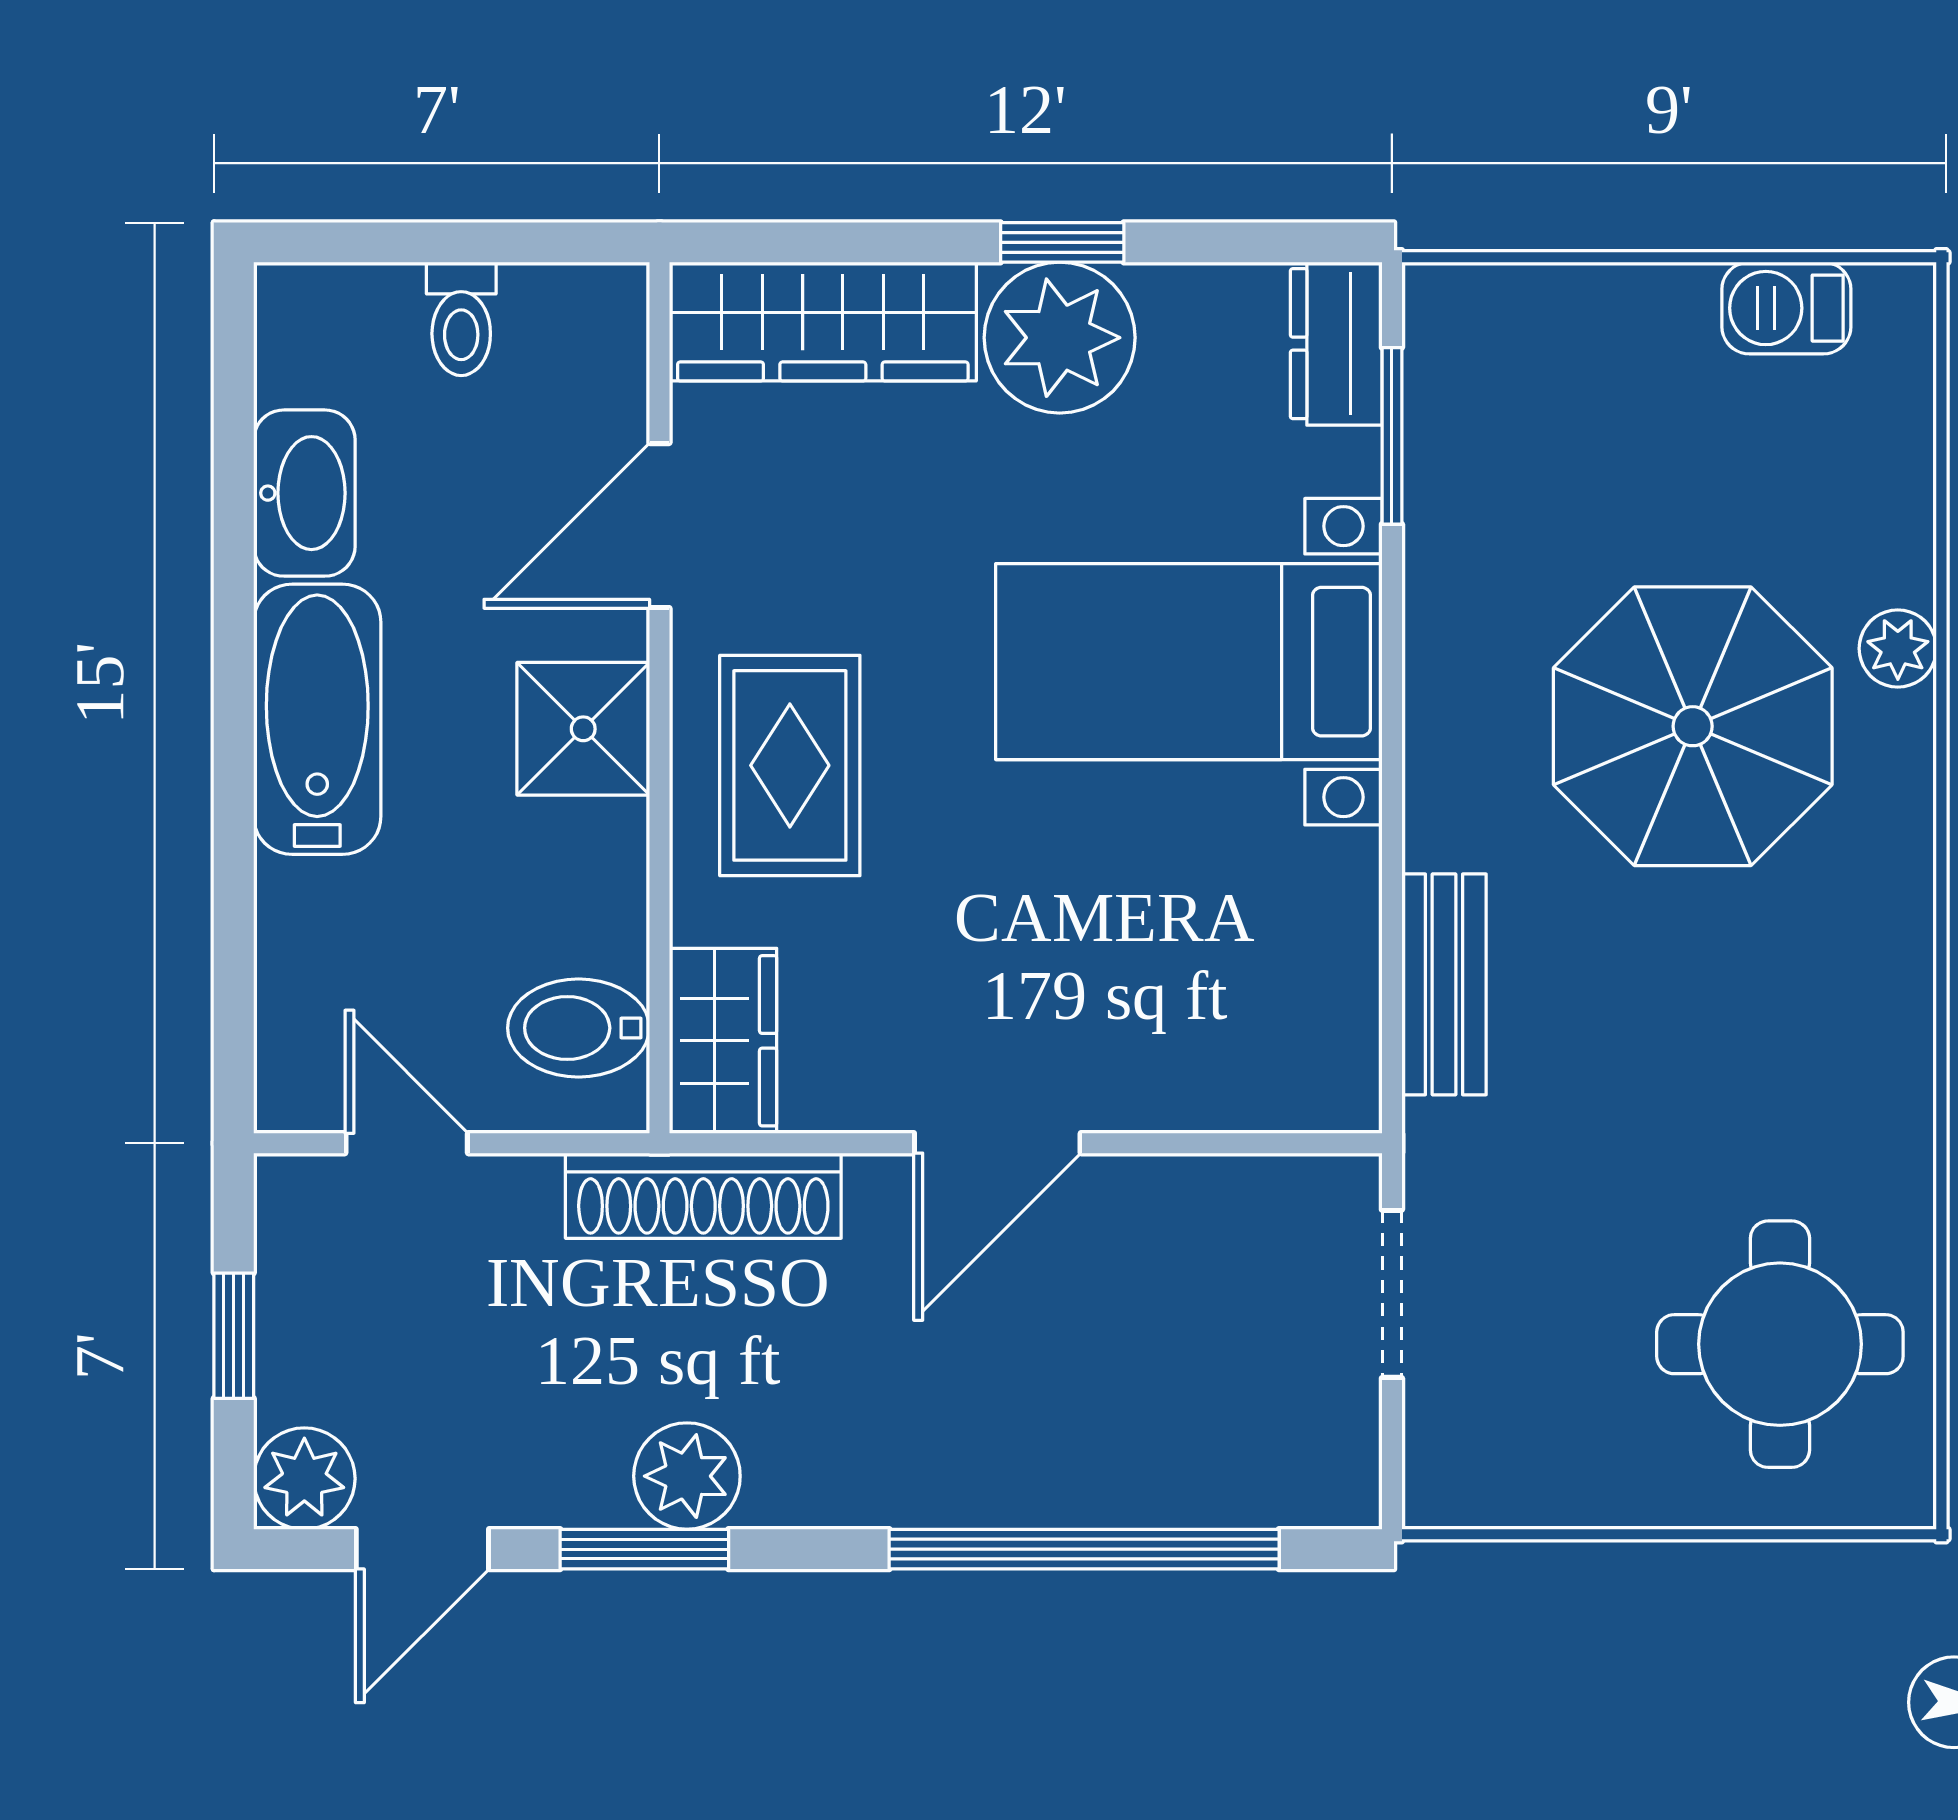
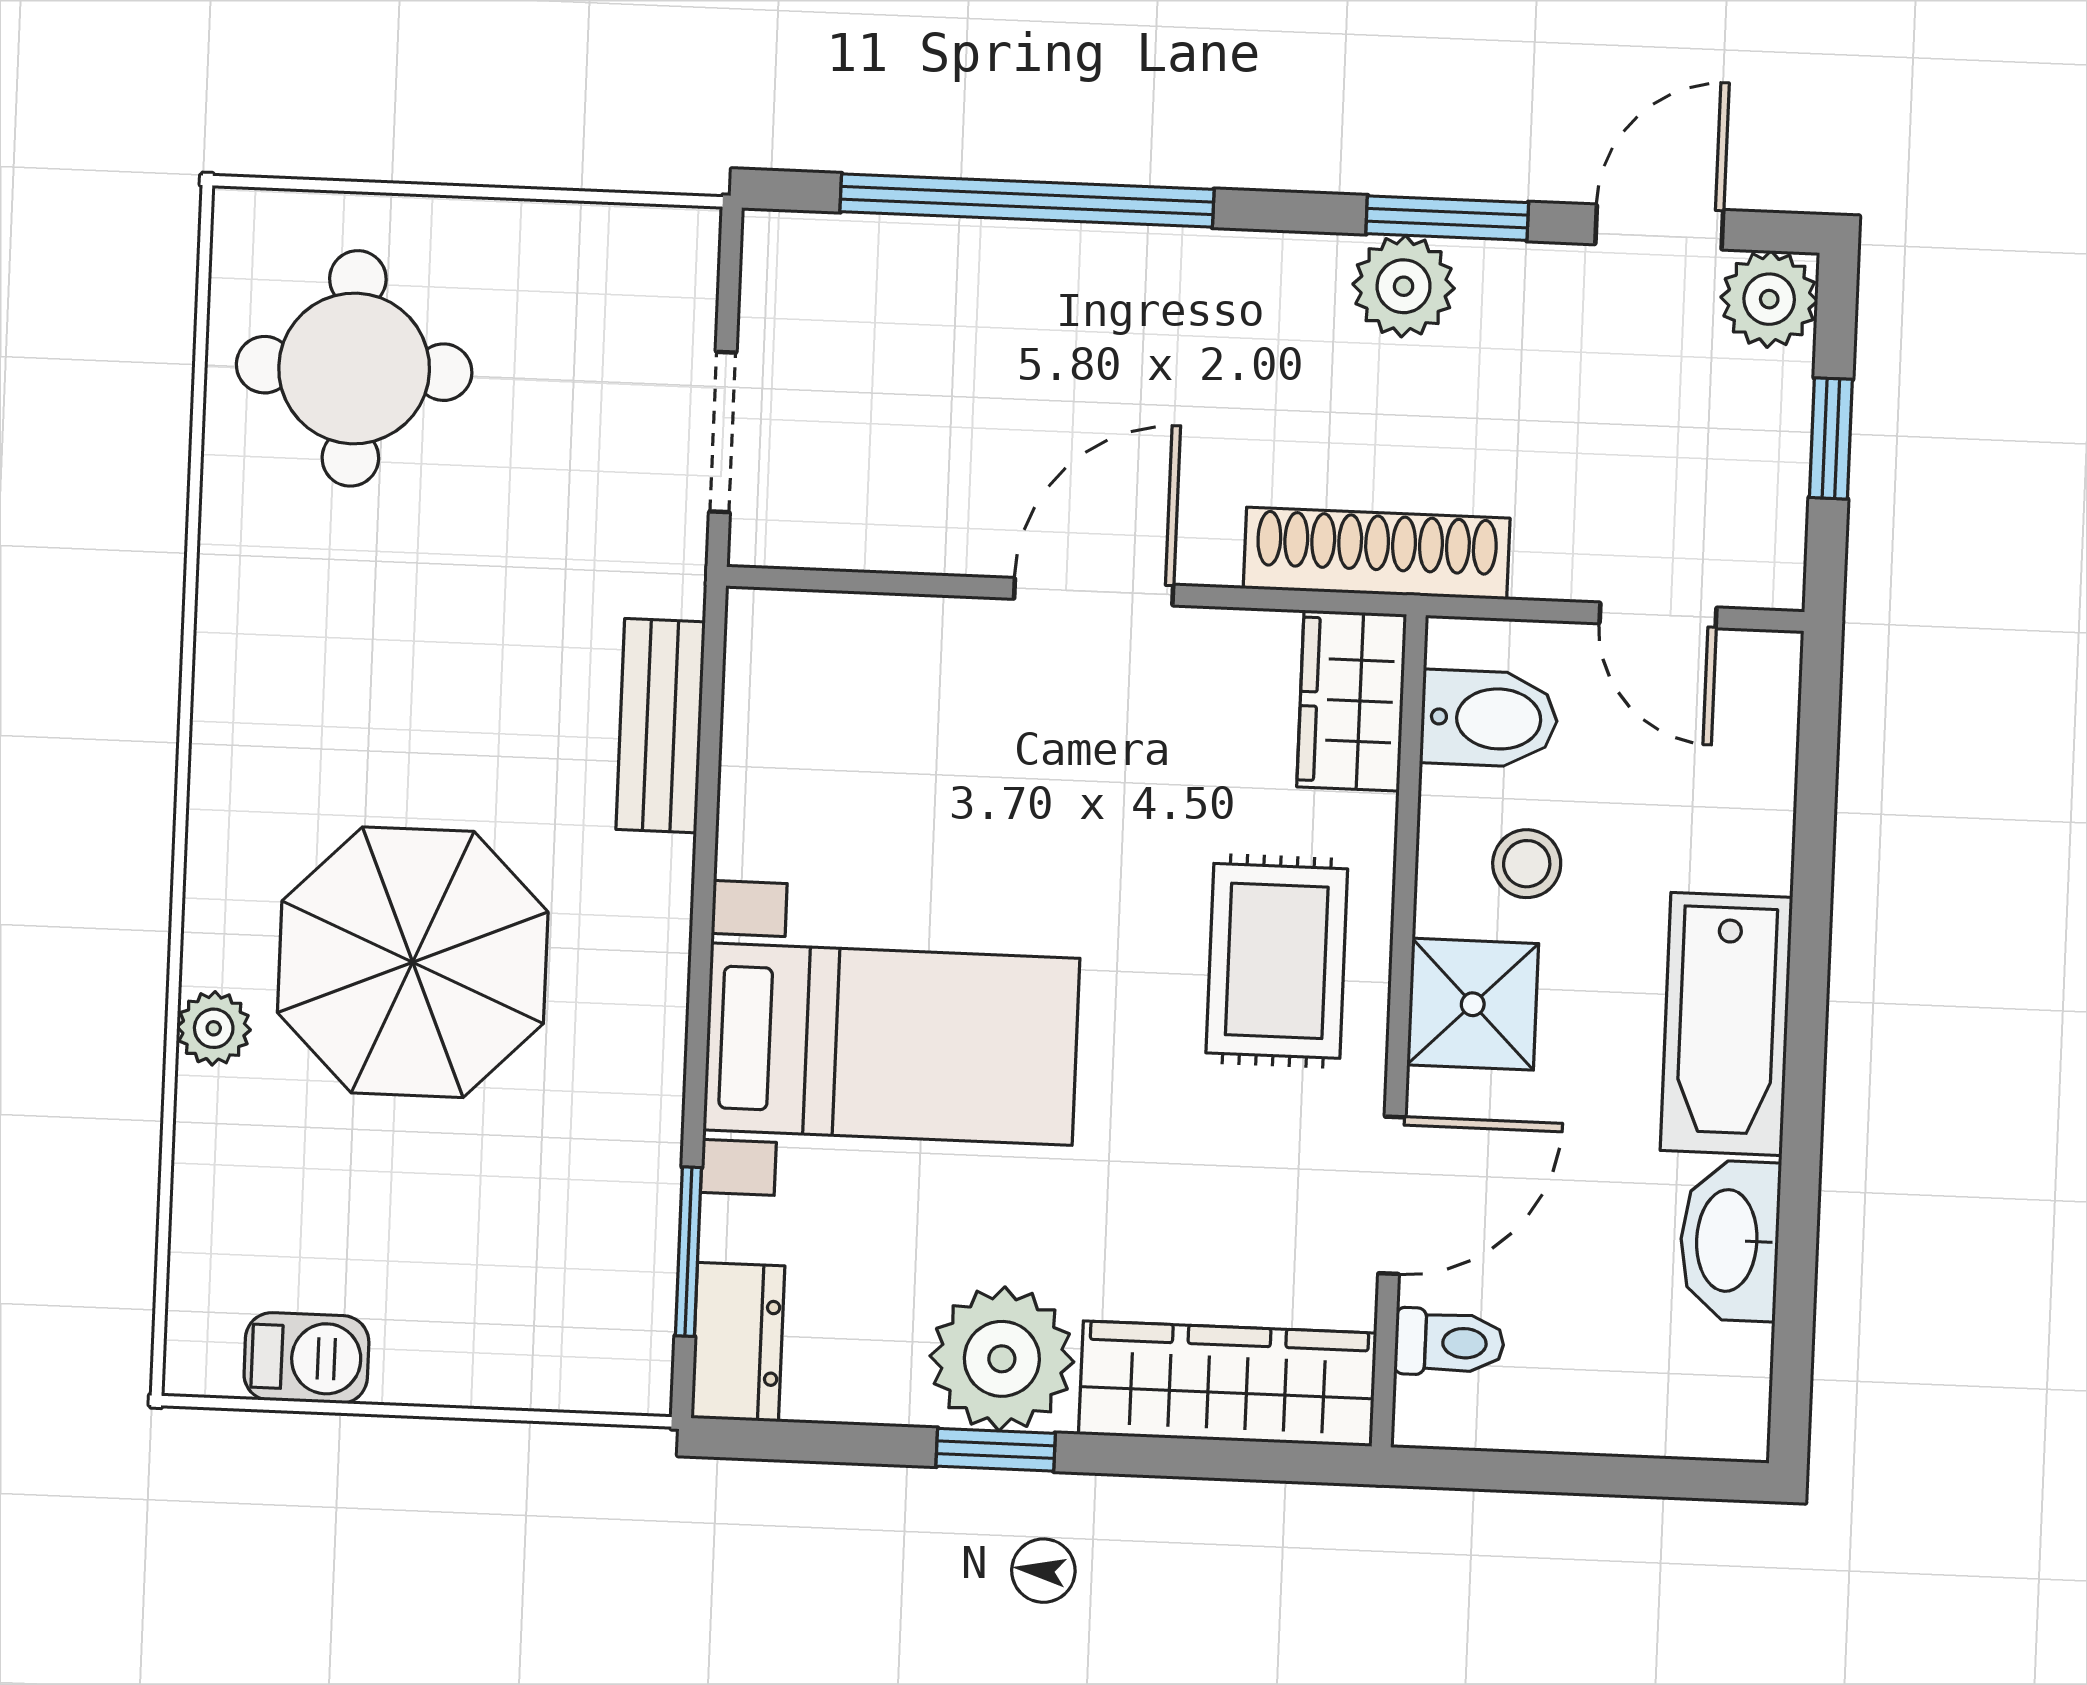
toilet: (461, 319) -> (1449, 1343), moved, turned 90
stool: (533, 878) -> (1527, 864), added

